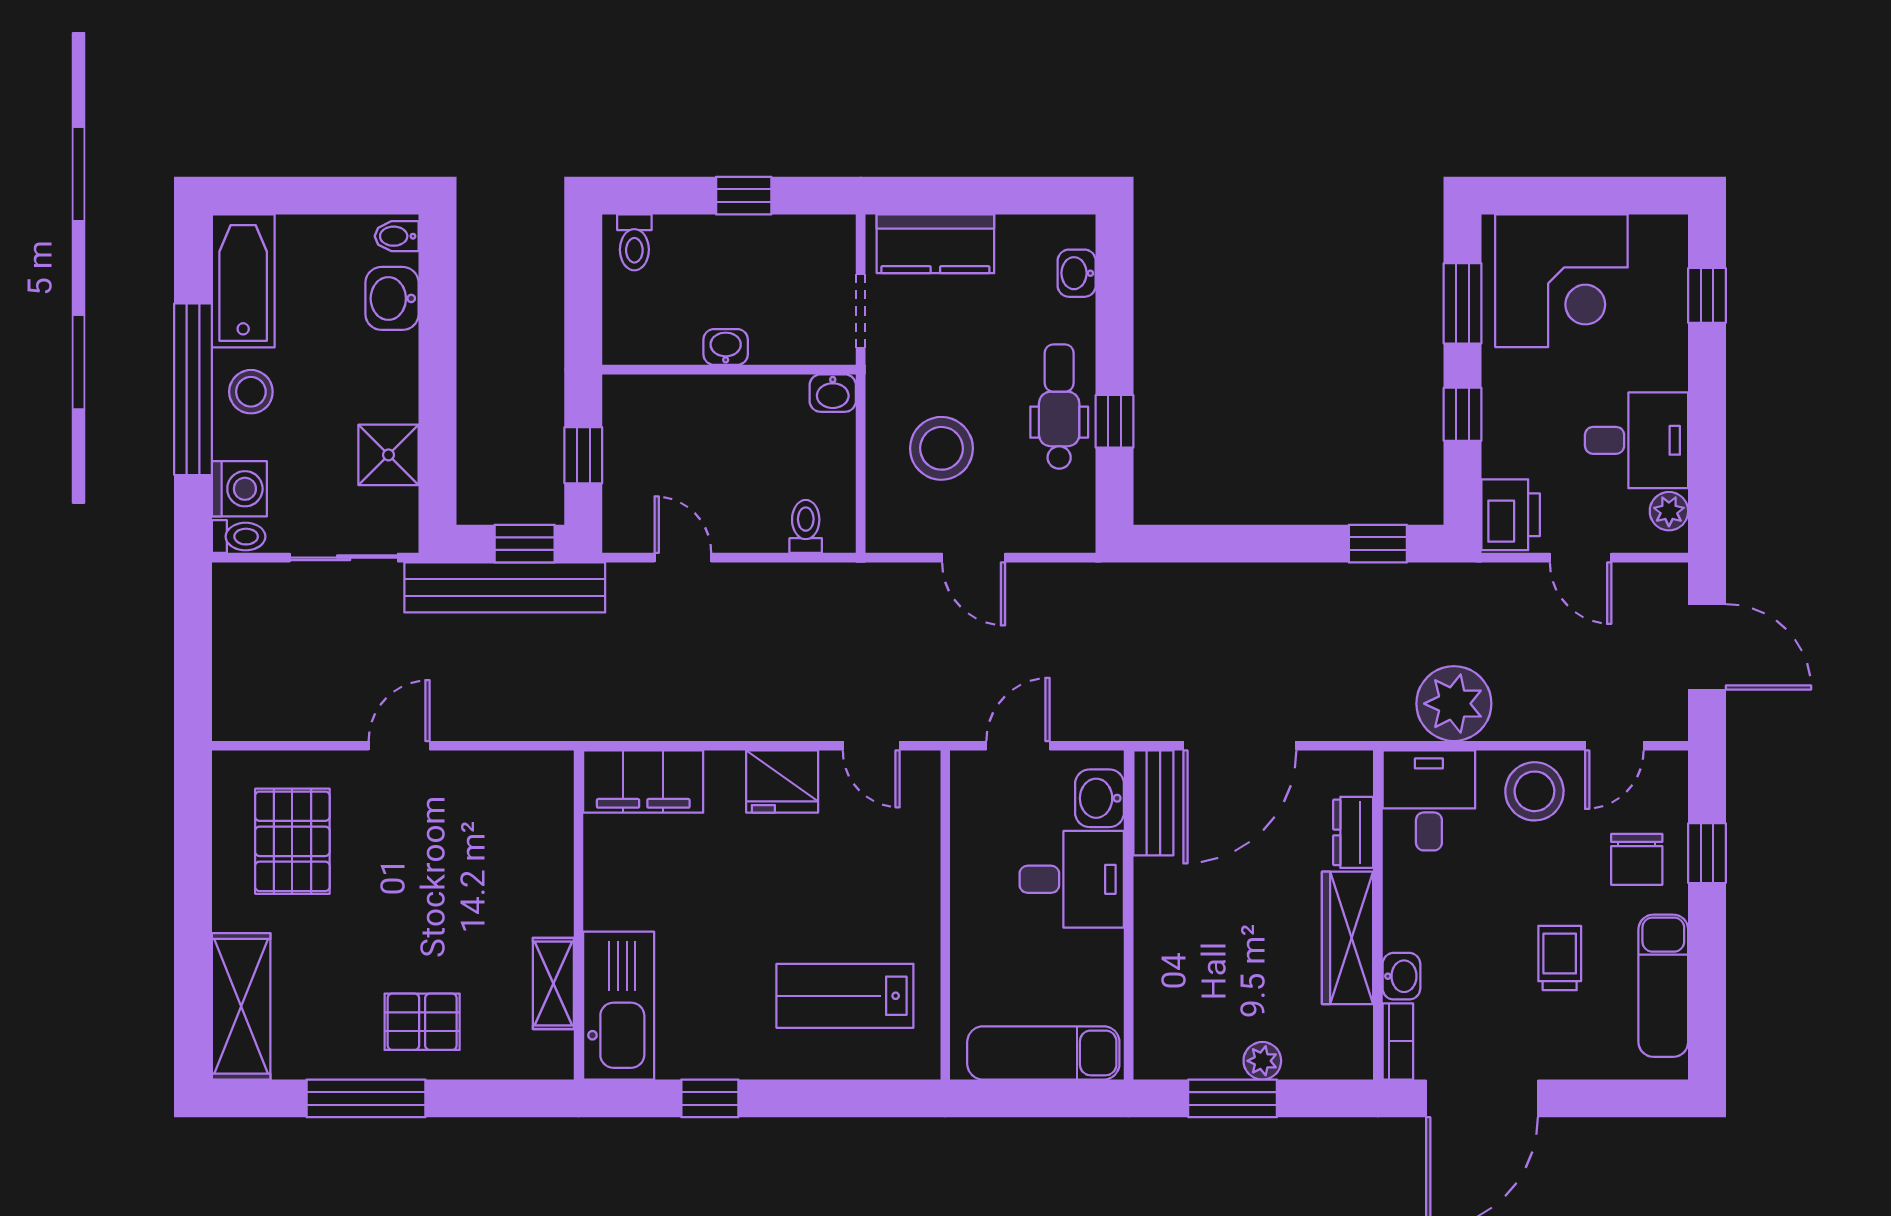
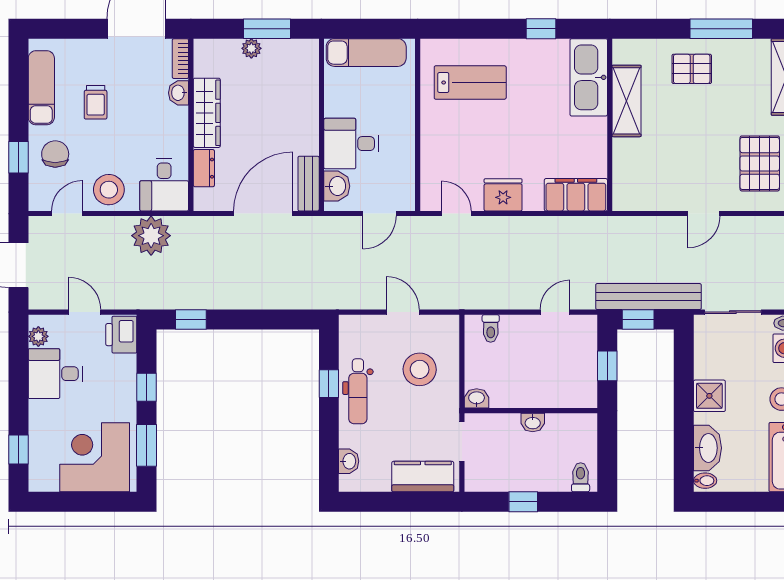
washbasin: (392, 298) -> (708, 448), width x1.38
shower: (388, 455) -> (709, 396), moved
door: (683, 558) -> (555, 312), swing flipped
shelving: (553, 983) -> (627, 101), width x1.50, depth x1.33

